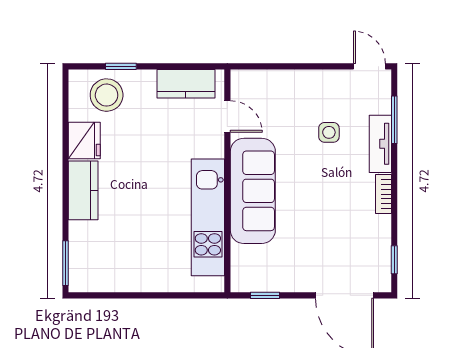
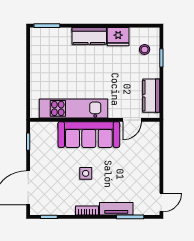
stool: (107, 95) -> (145, 50), width x0.53, depth x0.53
side table: (329, 132) -> (86, 173), moved

